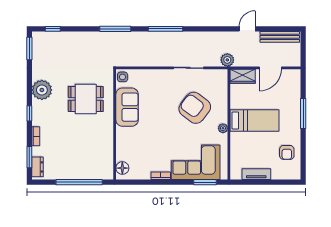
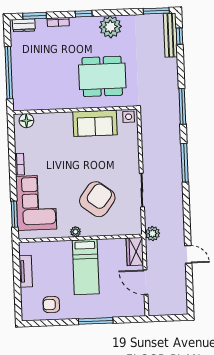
bench: (280, 37) -> (170, 35), moved
dining table: (86, 99) -> (102, 76), width x1.38

